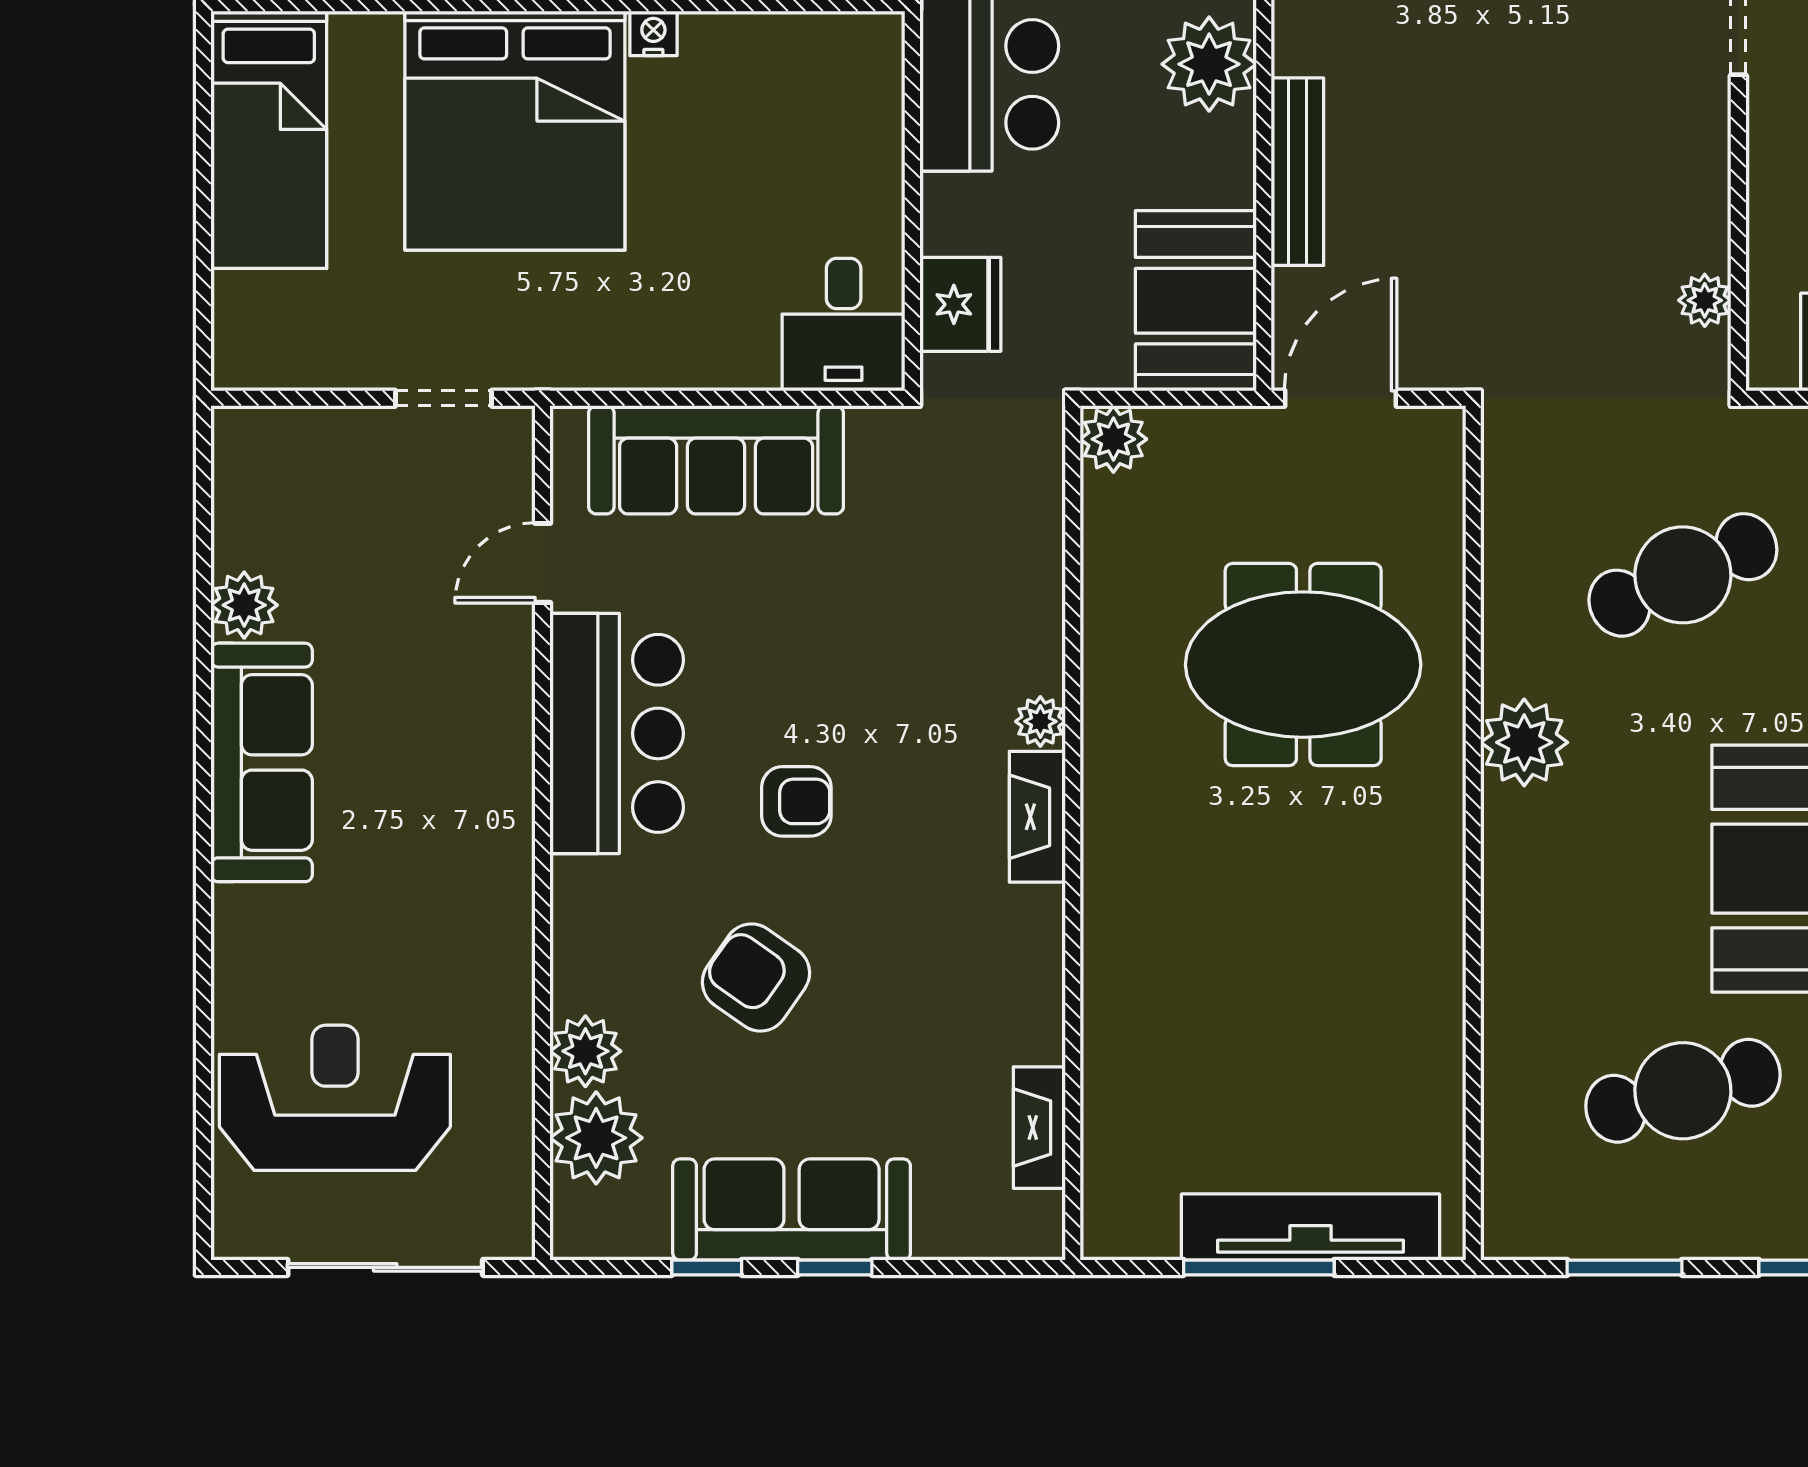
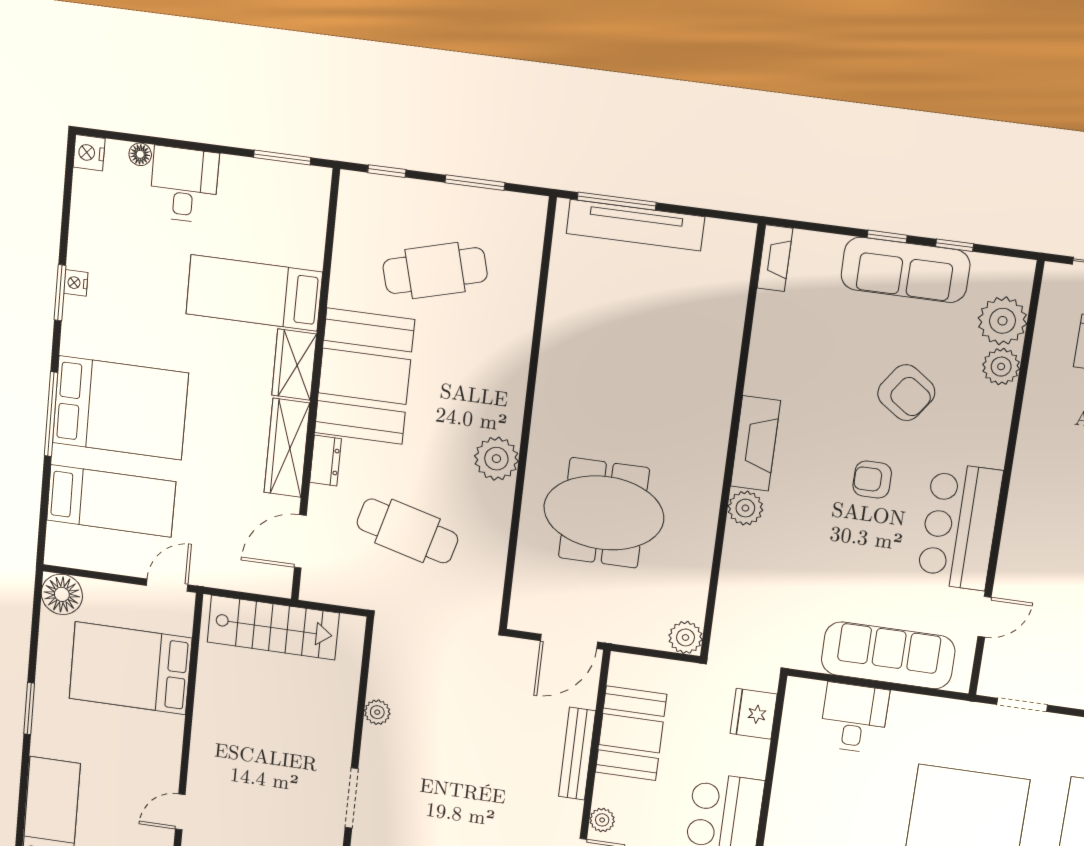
plant: (1209, 64) -> (602, 820), width x0.53, depth x0.53
plant: (1705, 300) -> (377, 712), moved
booth: (1196, 301) -> (631, 733), moved
desk: (844, 325) -> (854, 718), moved
cafe table: (1683, 575) -> (407, 531), turned 39
plant: (1040, 721) -> (745, 508), width x1.38, depth x1.38
fireplace: (1037, 817) -> (756, 443), width x1.37, depth x1.32
fireplace: (1039, 1128) -> (775, 258), moved
window: (1259, 1267) -> (617, 201), moved

